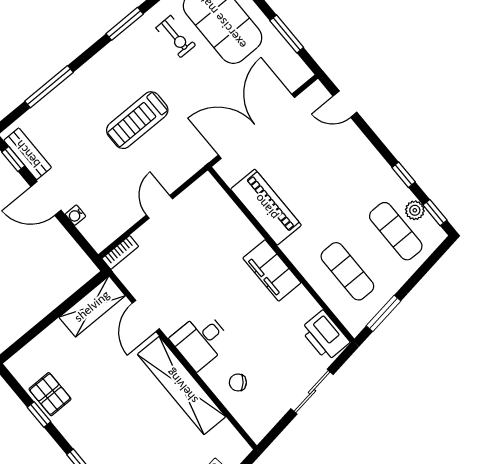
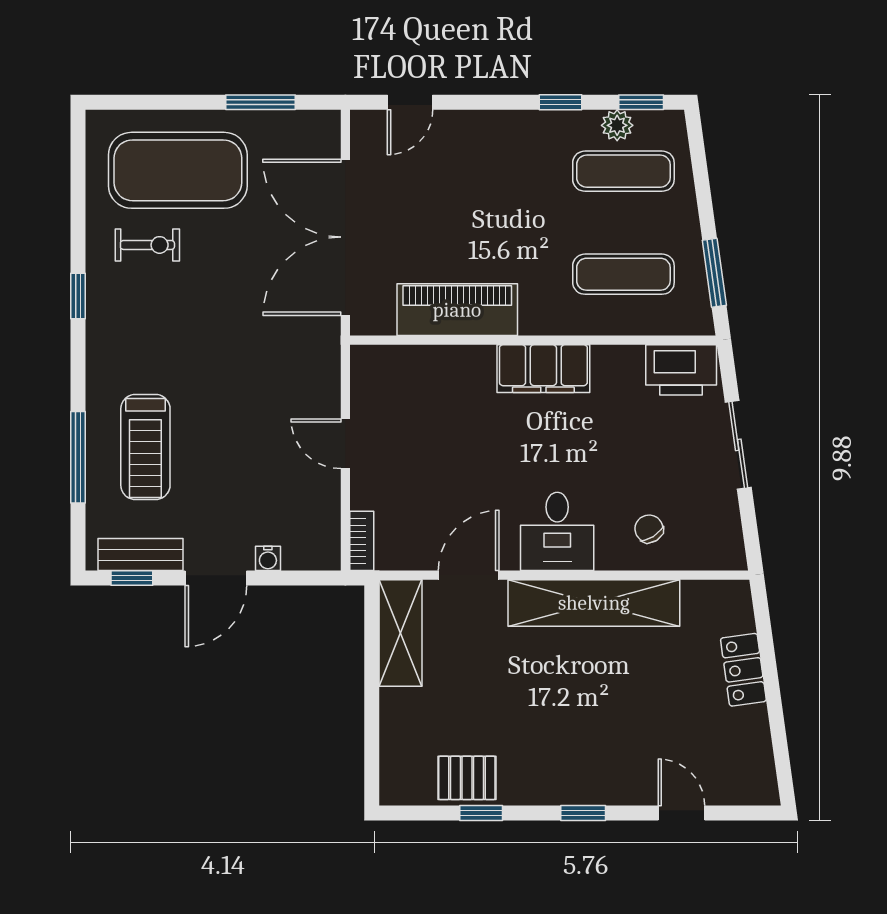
window: (125, 24) -> (78, 296), width x0.67
treadmill: (137, 120) -> (145, 447), moved
door: (146, 316) -> (469, 575), swing flipped
chair: (238, 382) -> (649, 529), turned 106

